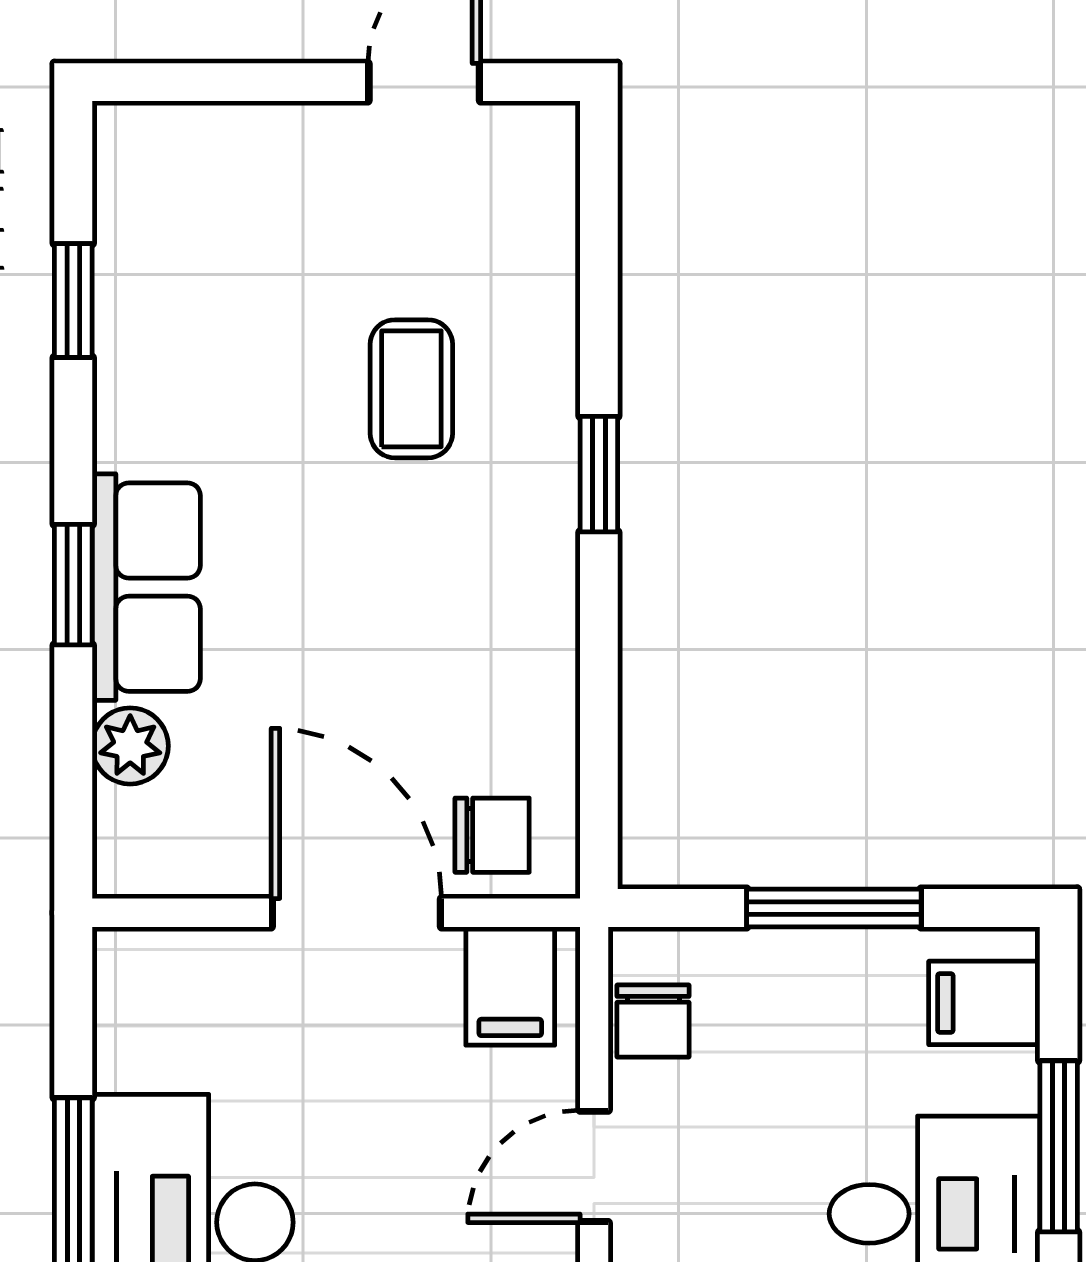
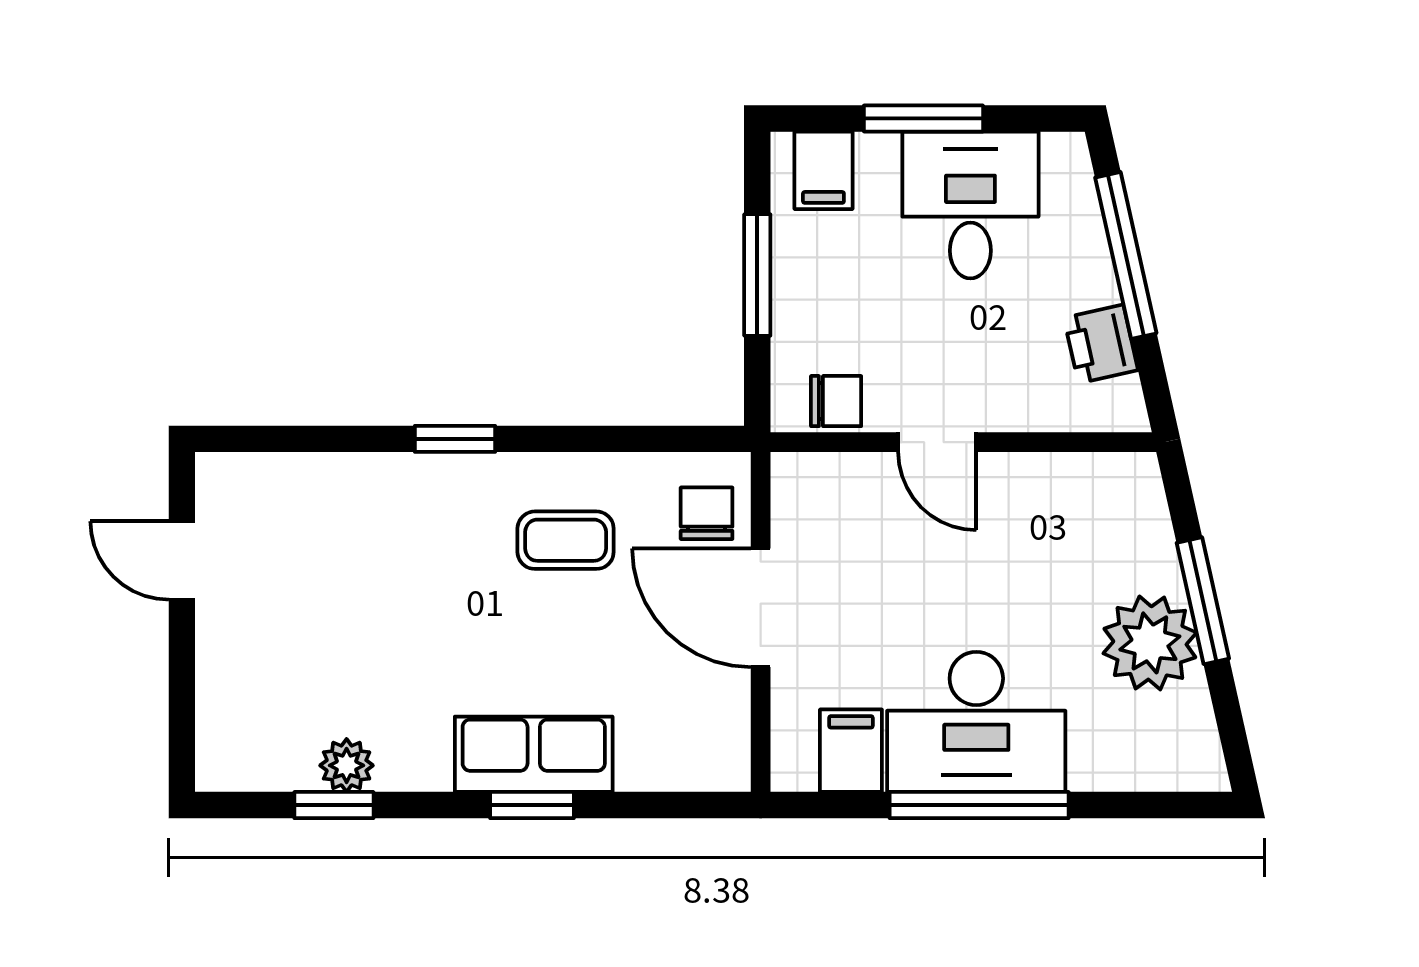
coffee table: (411, 389) -> (566, 540), moved
plant: (130, 746) -> (347, 765), moved
door: (356, 913) -> (761, 608), hinge flipped
filing cabinet: (510, 986) -> (851, 751), moved, turned -90

